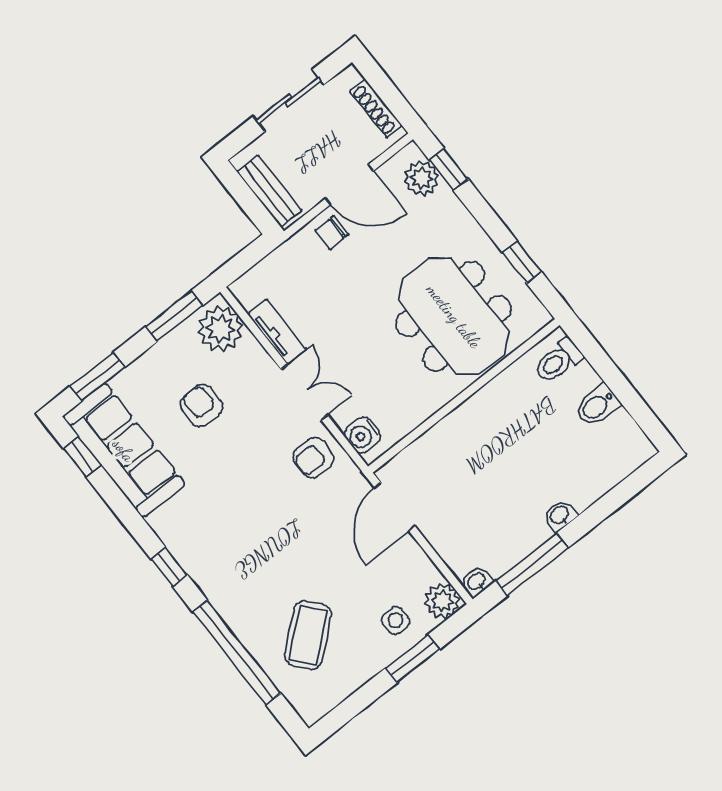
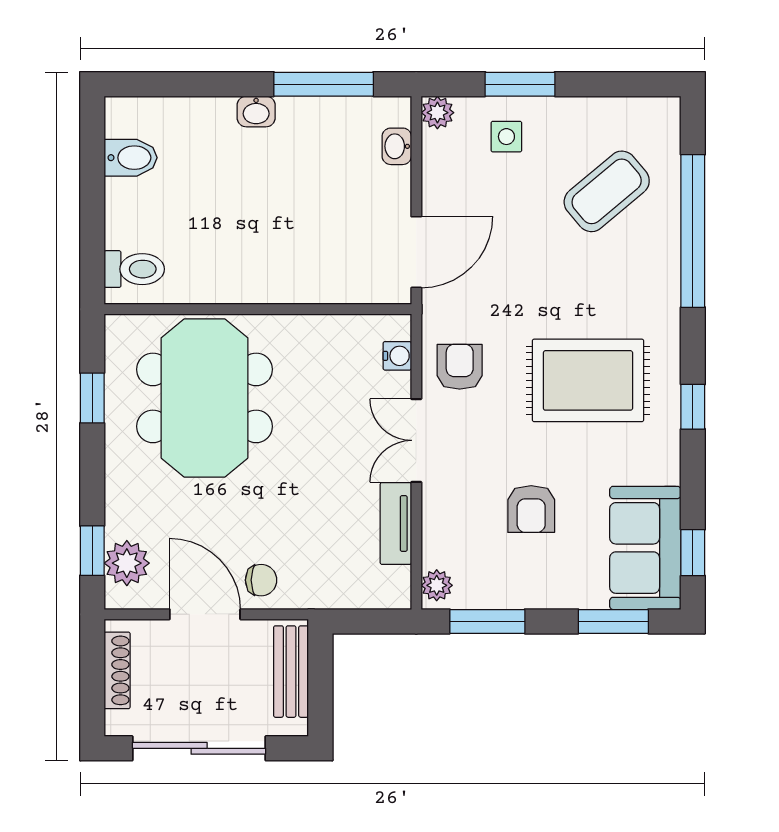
sliding door: (289, 100) -> (199, 748), width x1.37
plant: (220, 329) -> (437, 585), width x0.53, depth x0.53
bidet: (597, 406) -> (131, 158), moved
water cooler: (362, 435) -> (397, 356), width x0.72, depth x0.72
sofa: (124, 450) -> (645, 548), width x0.73
armchair: (313, 458) -> (460, 367), turned -90
rug: (229, 511) -> (588, 380), added
window: (169, 567) -> (693, 407), moved
washbasin: (477, 582) -> (397, 146), moved, turned 90
plant: (442, 601) -> (437, 113), width x0.73, depth x0.73

